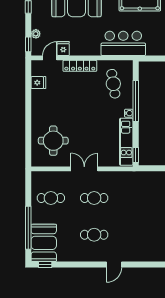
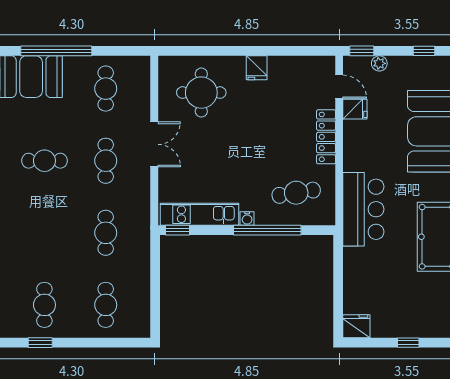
fridge: (38, 83) -> (257, 68), moved
cafe table: (137, 198) -> (106, 233), added
cafe table: (94, 235) -> (44, 161), turned 90

